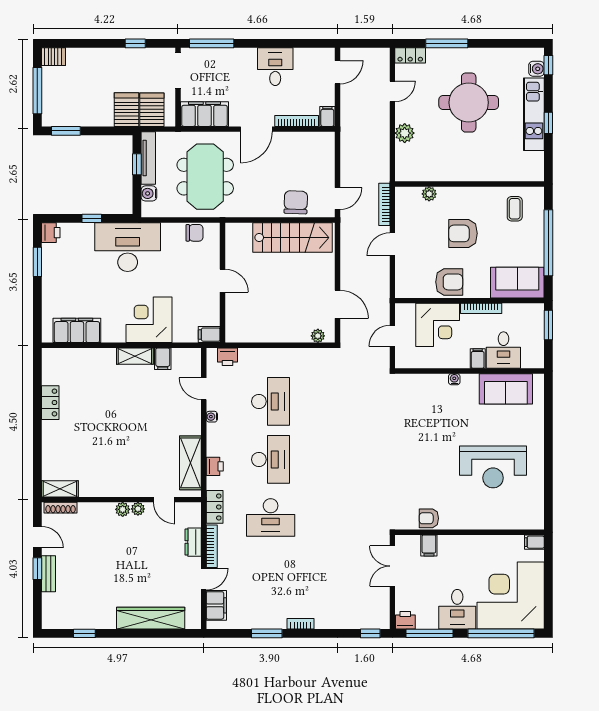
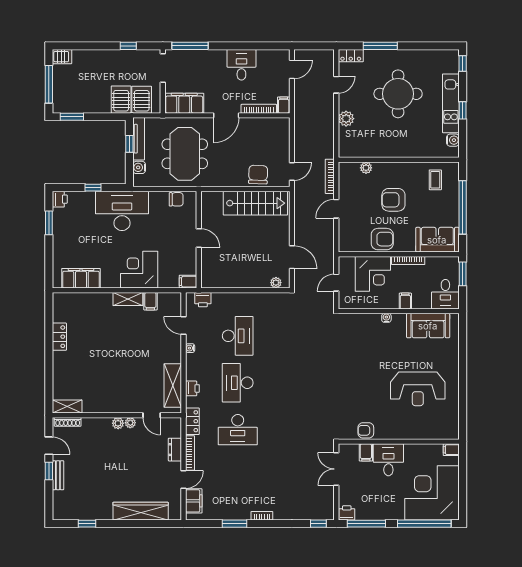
water cooler: (536, 69) -> (453, 140), moved
desk: (503, 350) -> (445, 294), moved
desk: (271, 459) -> (238, 383), turned 180
desk: (457, 609) -> (388, 460), moved, turned 180

